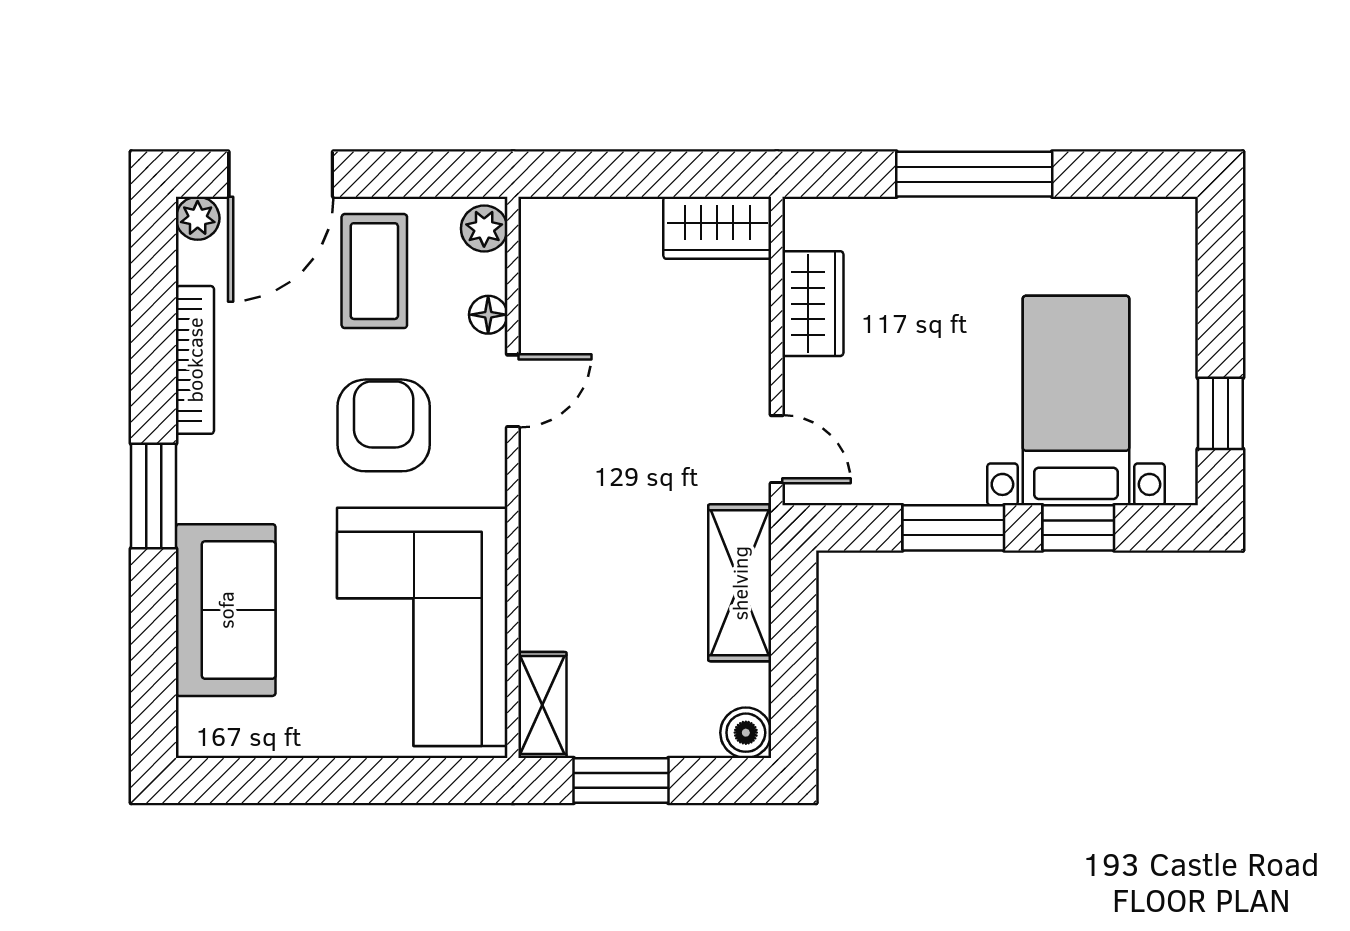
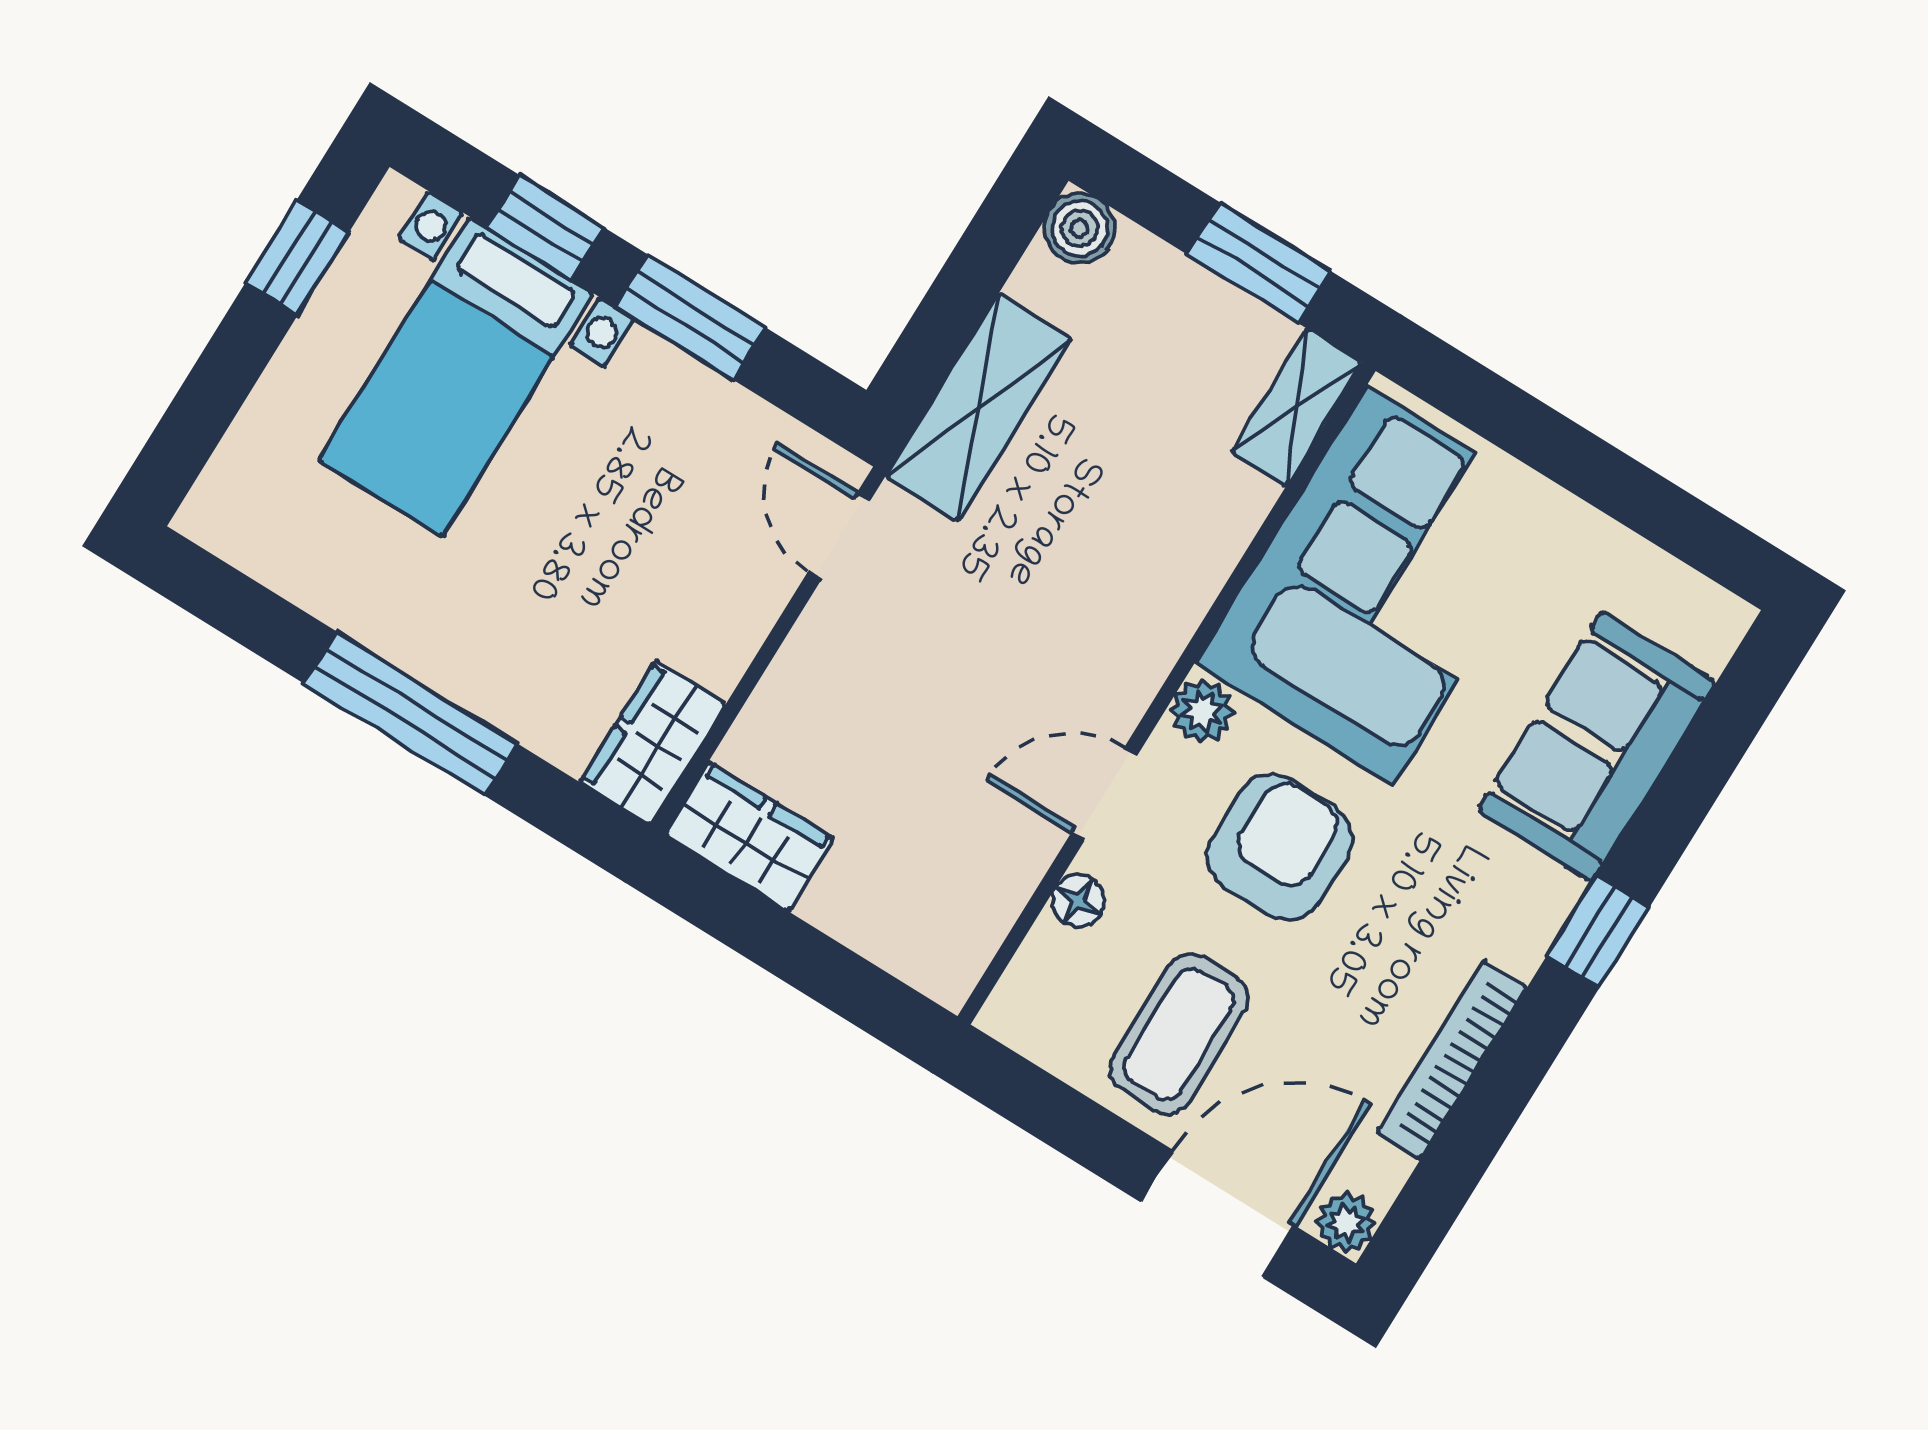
plant: (484, 229) -> (1202, 711), moved
wardrobe: (813, 304) -> (653, 743), moved
armchair: (384, 425) -> (1280, 847), turned 180
window: (154, 496) -> (1598, 931), width x0.67

